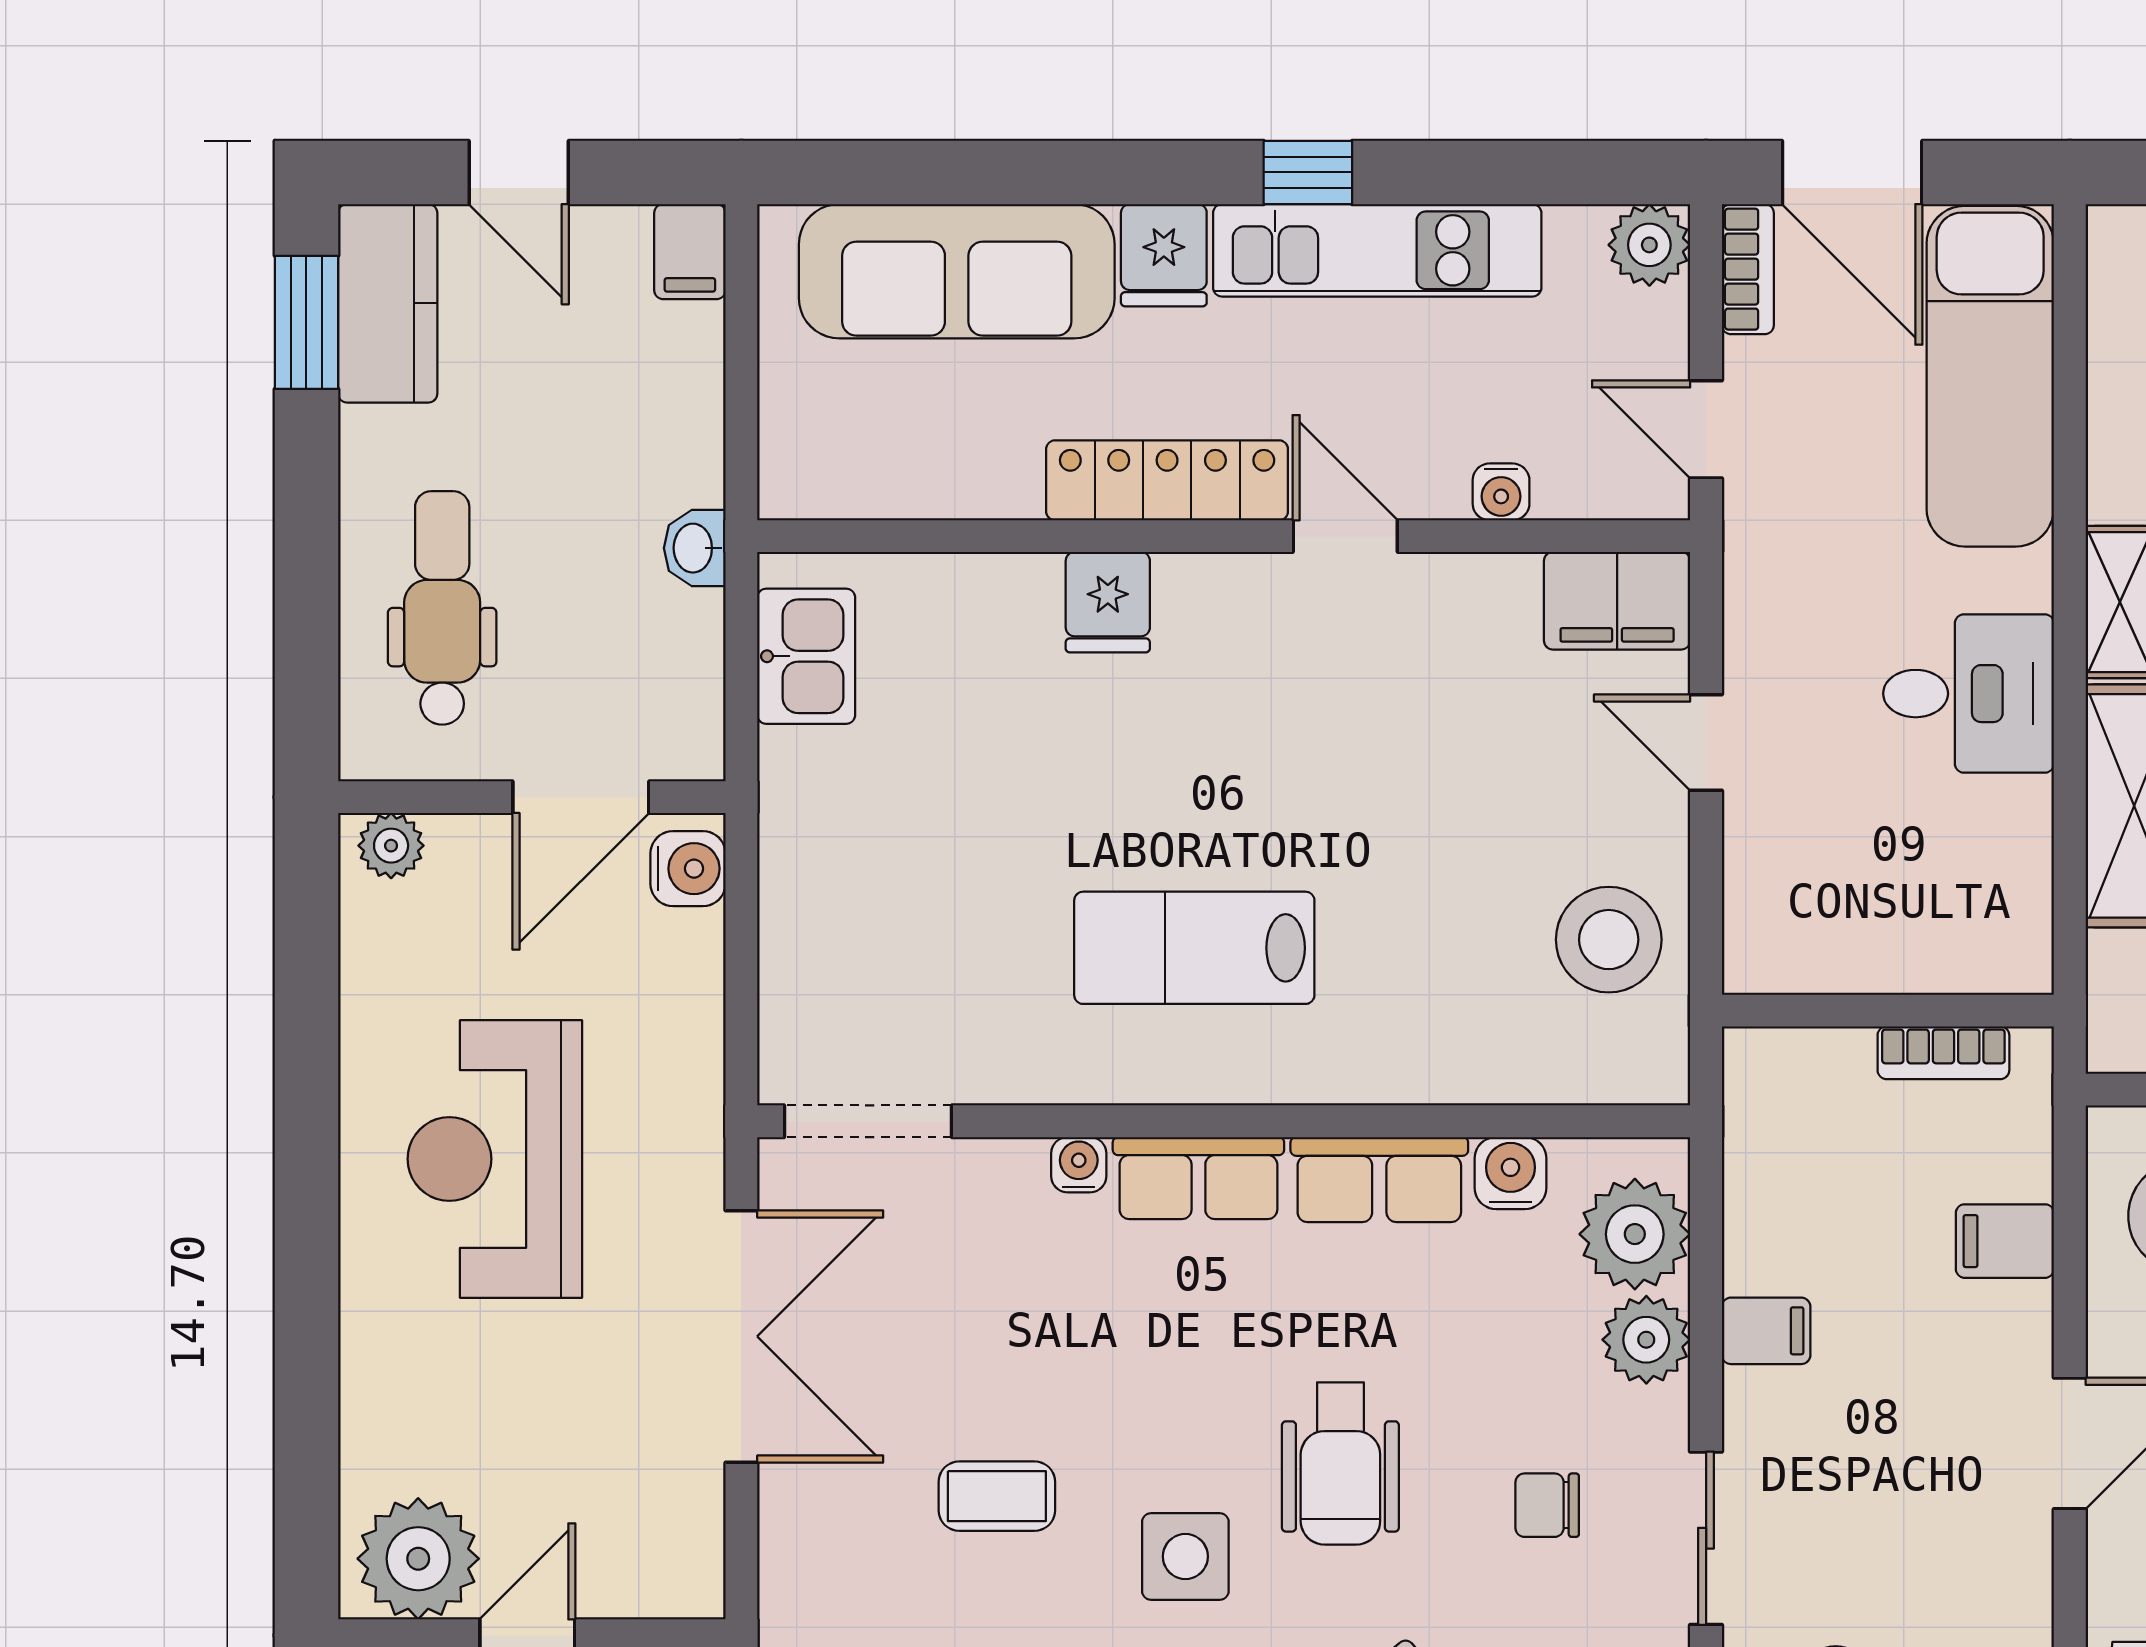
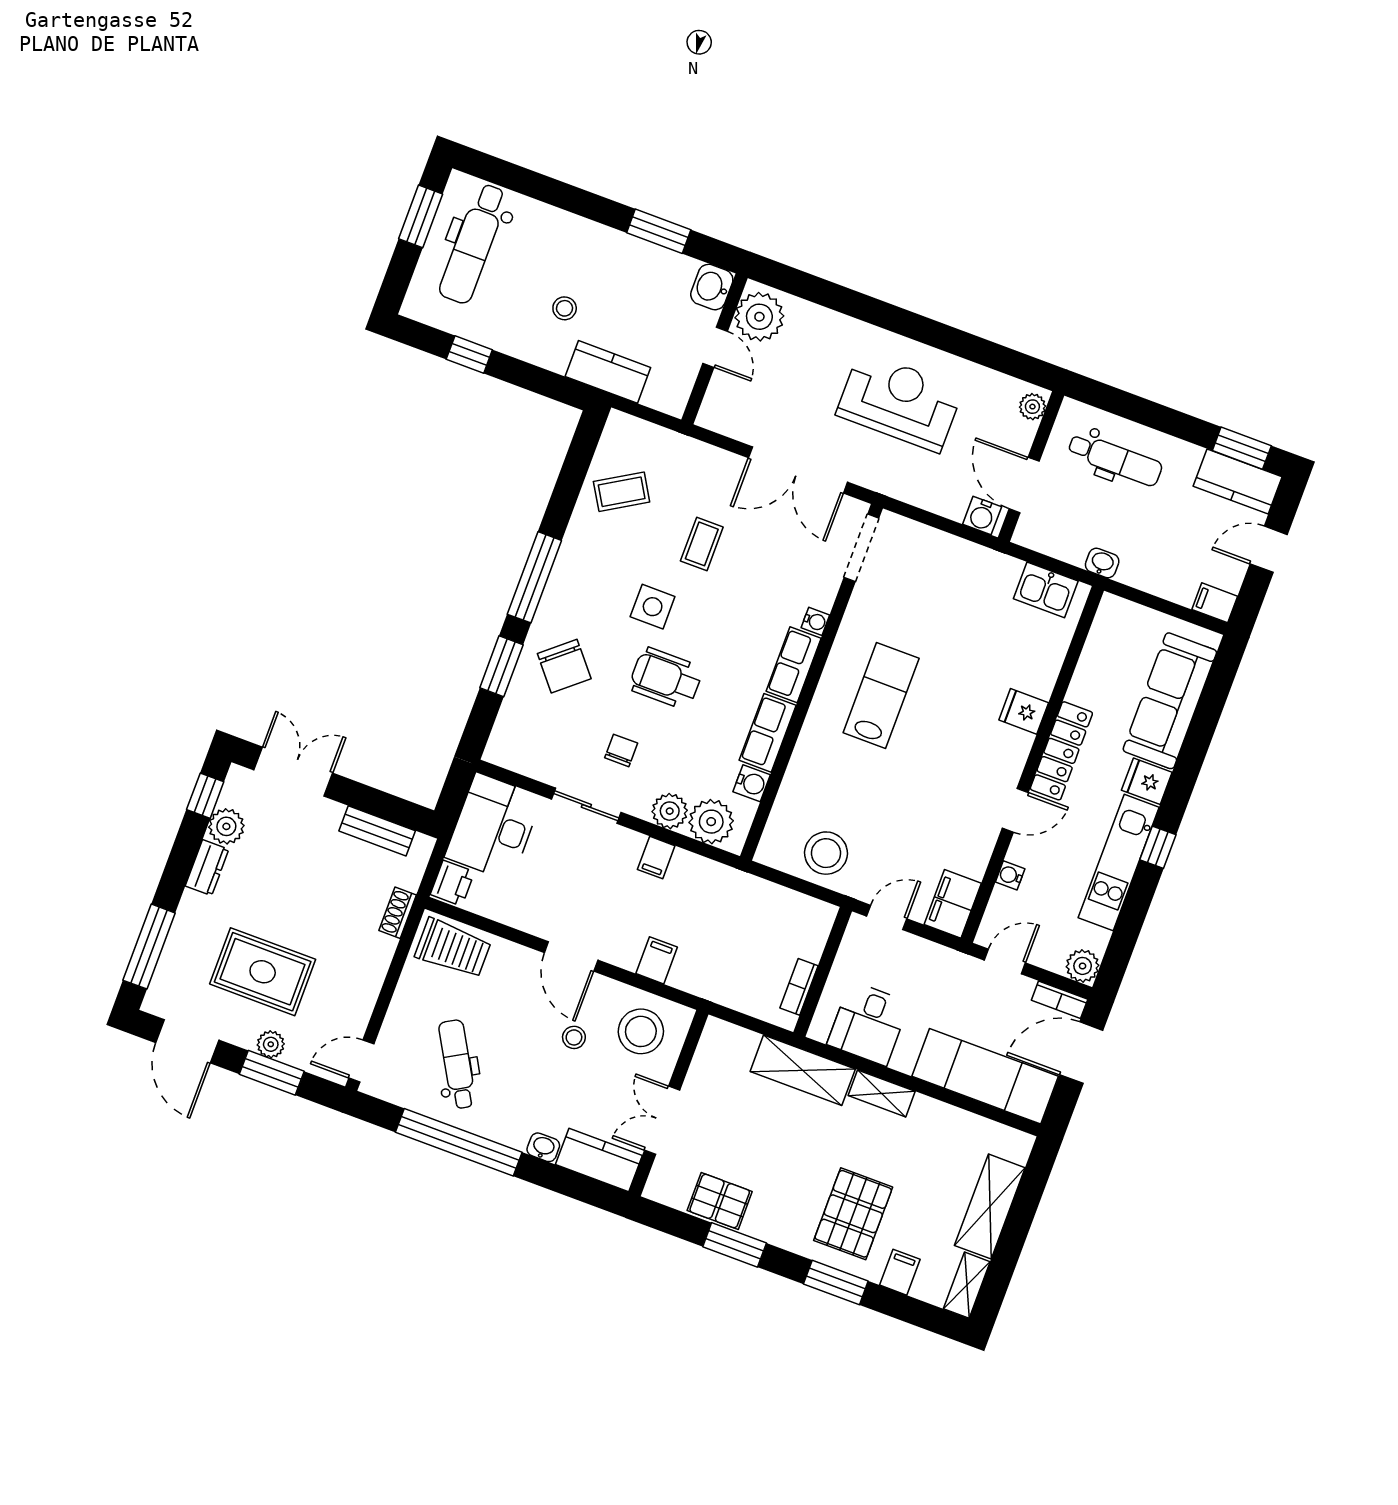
wall: (1888, 1011) -> (823, 972), moved
bookcase: (1943, 1053) -> (799, 987), moved

